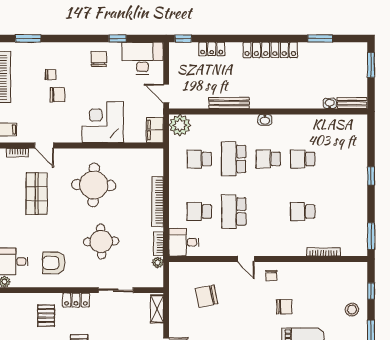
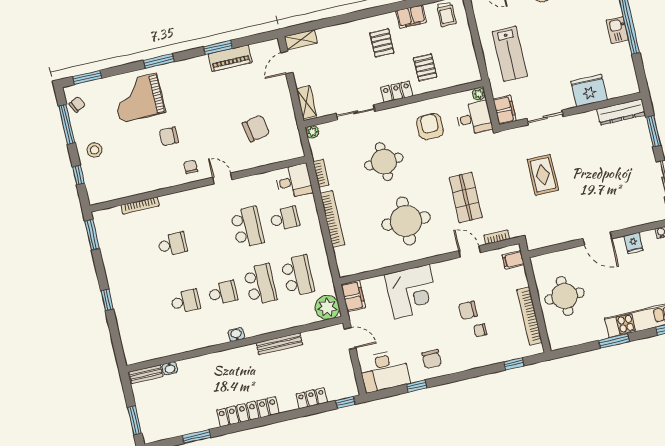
window: (28, 38) -> (514, 364), width x0.67
school desk: (199, 159) -> (298, 276), width x1.85
armchair: (54, 263) -> (430, 127), turned -90
plant: (158, 263) -> (312, 132), moved

